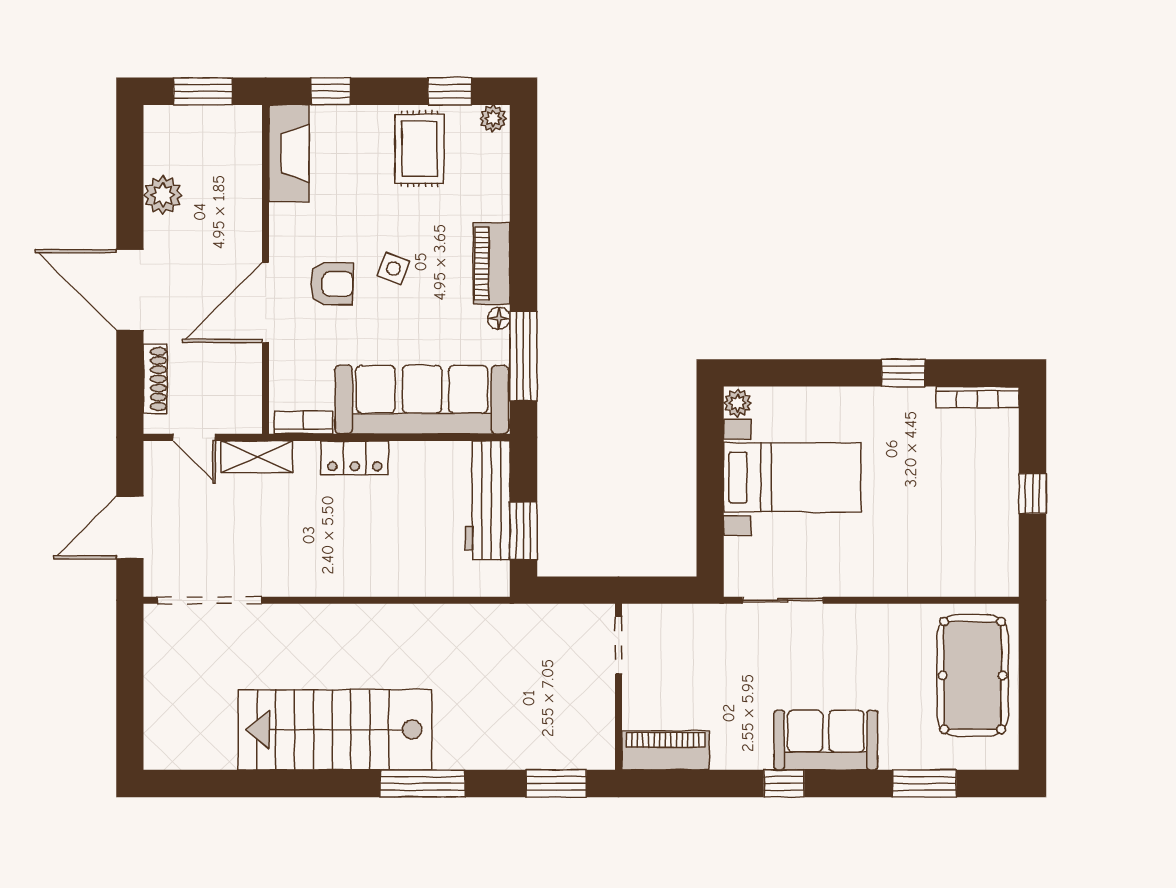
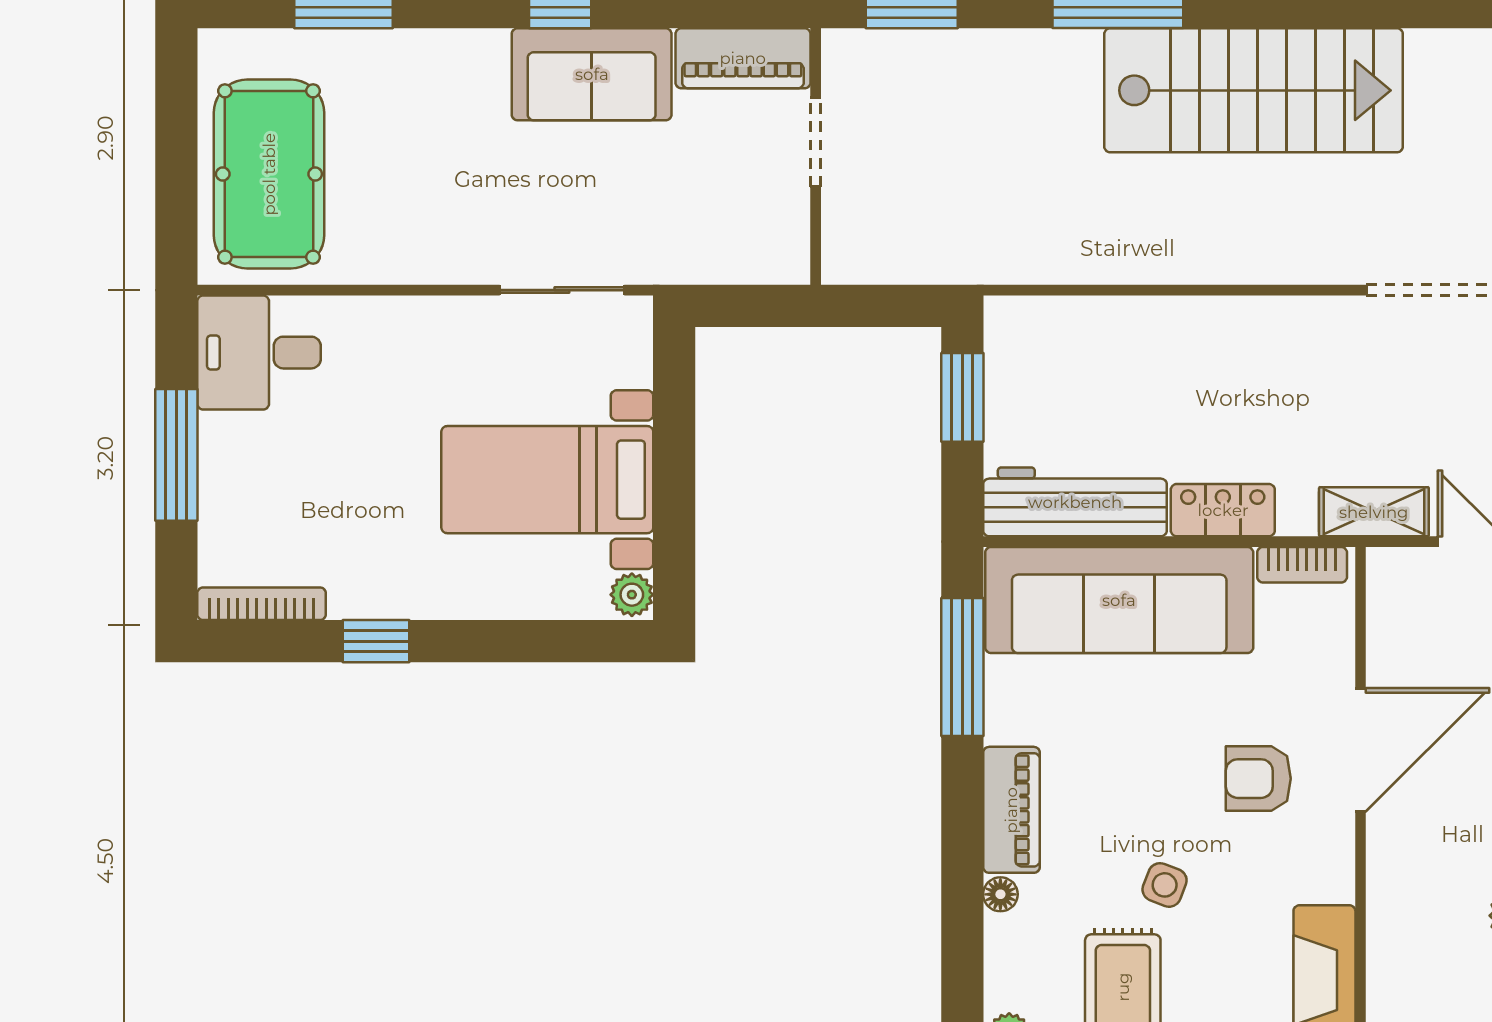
side table: (393, 269) -> (1165, 885), moved
floor lamp: (499, 318) -> (1000, 894), moved
window: (1032, 494) -> (176, 455), width x2.17
workbench: (488, 500) -> (1075, 502), moved, turned -90
desk: (979, 560) -> (259, 353), added
doorway: (618, 645) -> (816, 142), moved
sofa: (826, 740) -> (592, 74), moved

